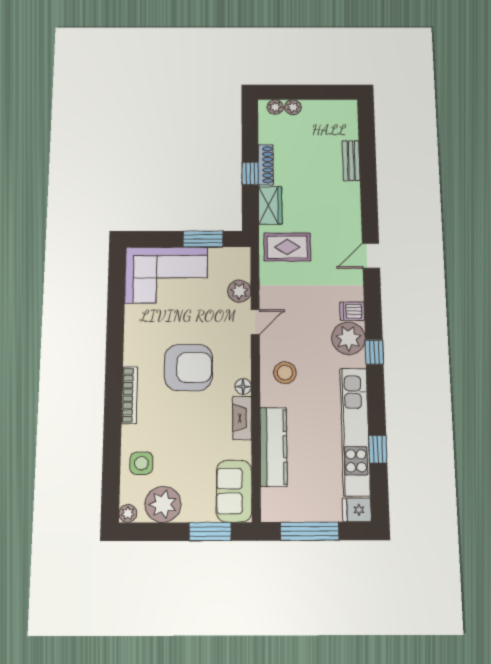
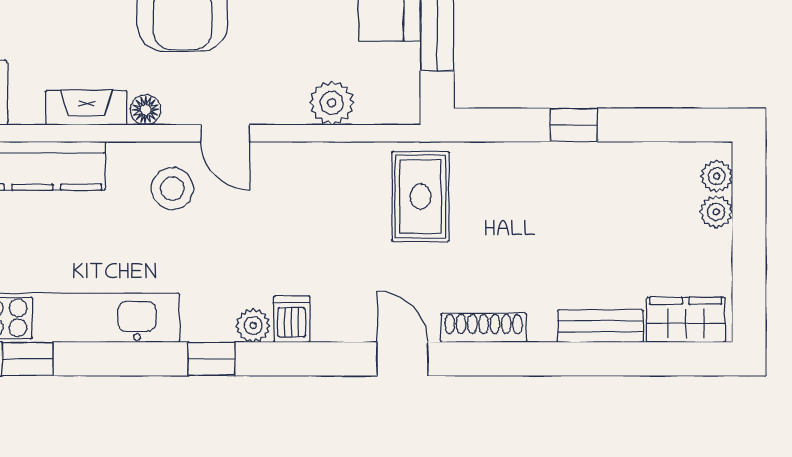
shoe rack: (266, 165) -> (484, 328), moved, turned 180
wardrobe: (270, 205) -> (686, 320), moved, turned 180
door: (255, 322) -> (225, 133), moved
plant: (349, 338) -> (253, 325), width x0.53, depth x0.53

